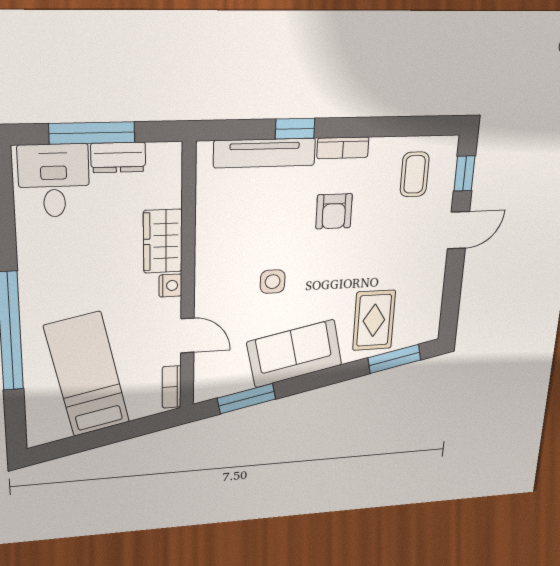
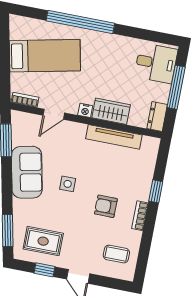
tv unit: (265, 153) -> (114, 137), moved, turned -90
dresser: (118, 157) -> (157, 117), moved
window: (464, 173) -> (44, 270), moved
side table: (273, 282) -> (68, 184), moved
rug: (374, 320) -> (43, 241), moved

